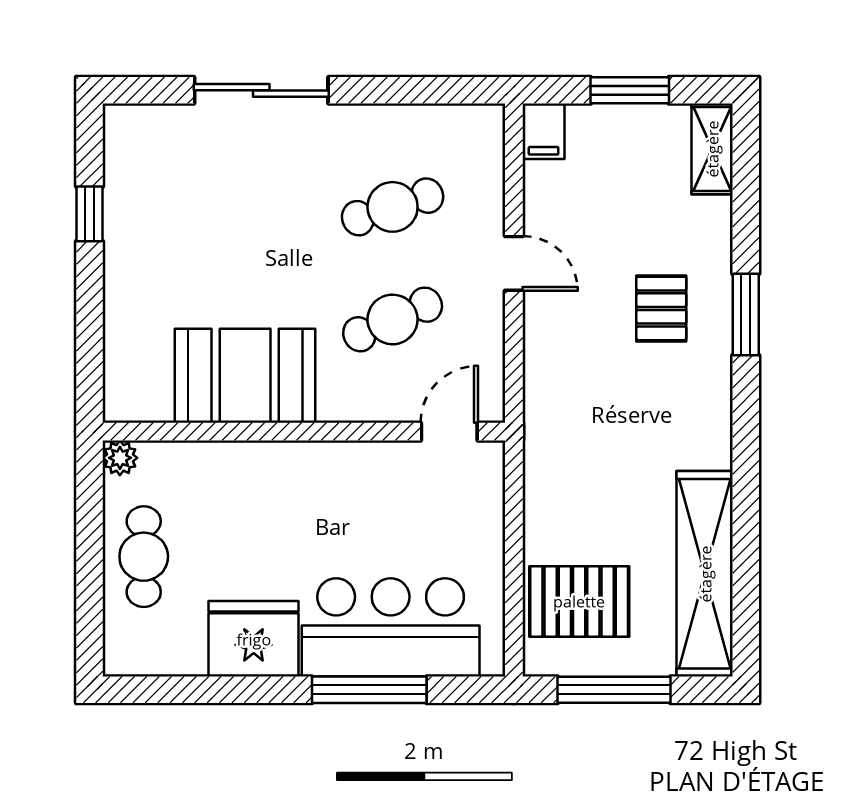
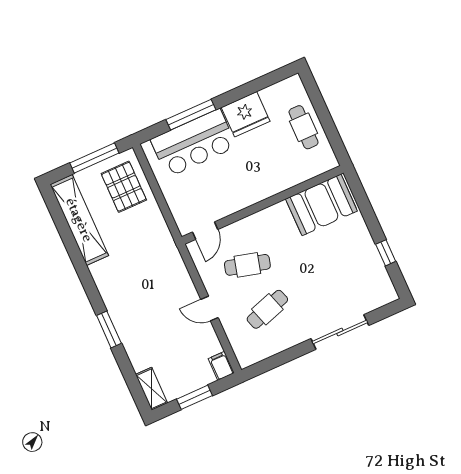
pallet: (661, 308) -> (143, 317), removed
cafe table: (393, 319) -> (247, 265), turned 39
booth: (245, 376) -> (321, 205), moved
plant: (120, 458) -> (330, 162), removed
pallet: (579, 601) -> (124, 187), turned 90

